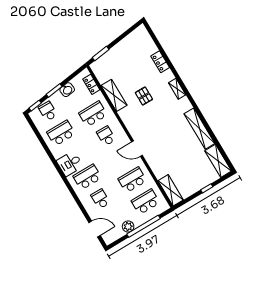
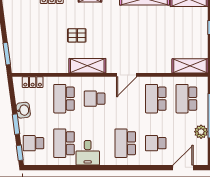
shelving: (114, 95) -> (87, 66), moved
desk: (70, 164) -> (88, 153), moved

